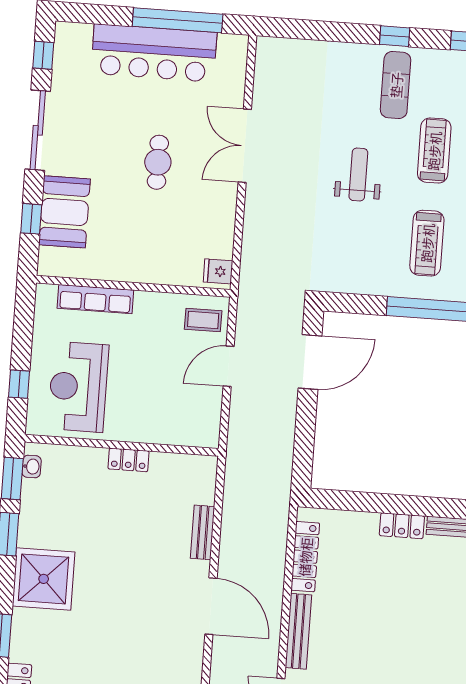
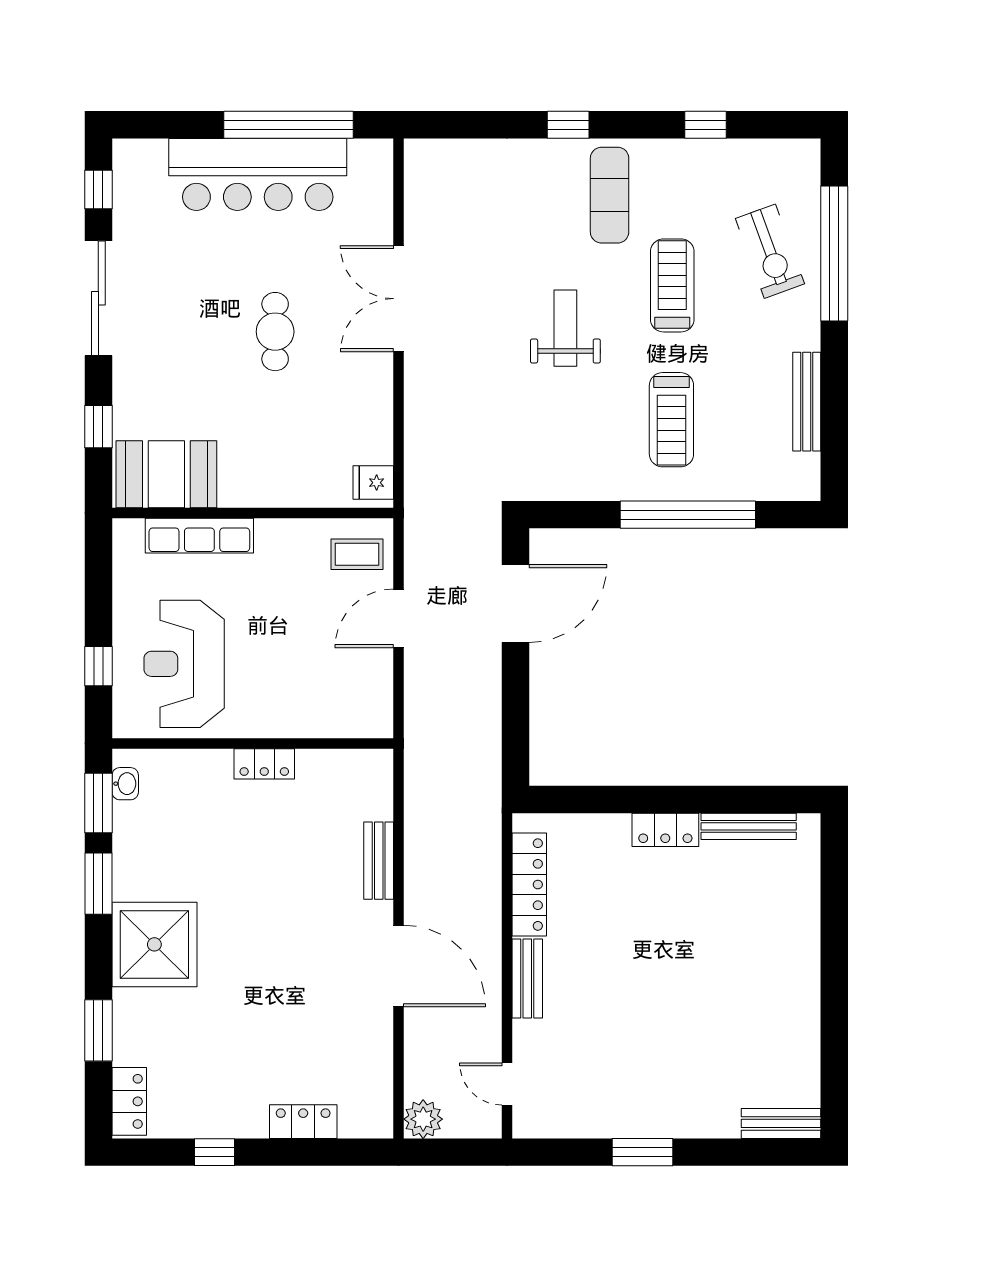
window: (395, 36) -> (568, 125), moved
booth: (64, 212) -> (166, 474), moved, turned 90
bench: (298, 631) -> (527, 979), width x0.73

